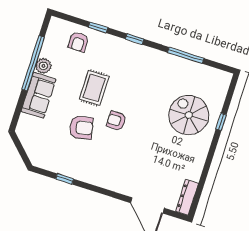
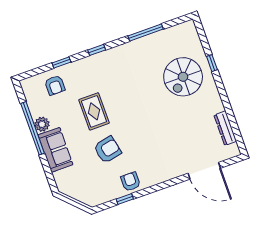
spiral stairs: (189, 115) -> (183, 77), turned -90
armchair: (117, 121) -> (131, 182), moved, turned 90
dresser: (187, 197) -> (225, 128), moved

